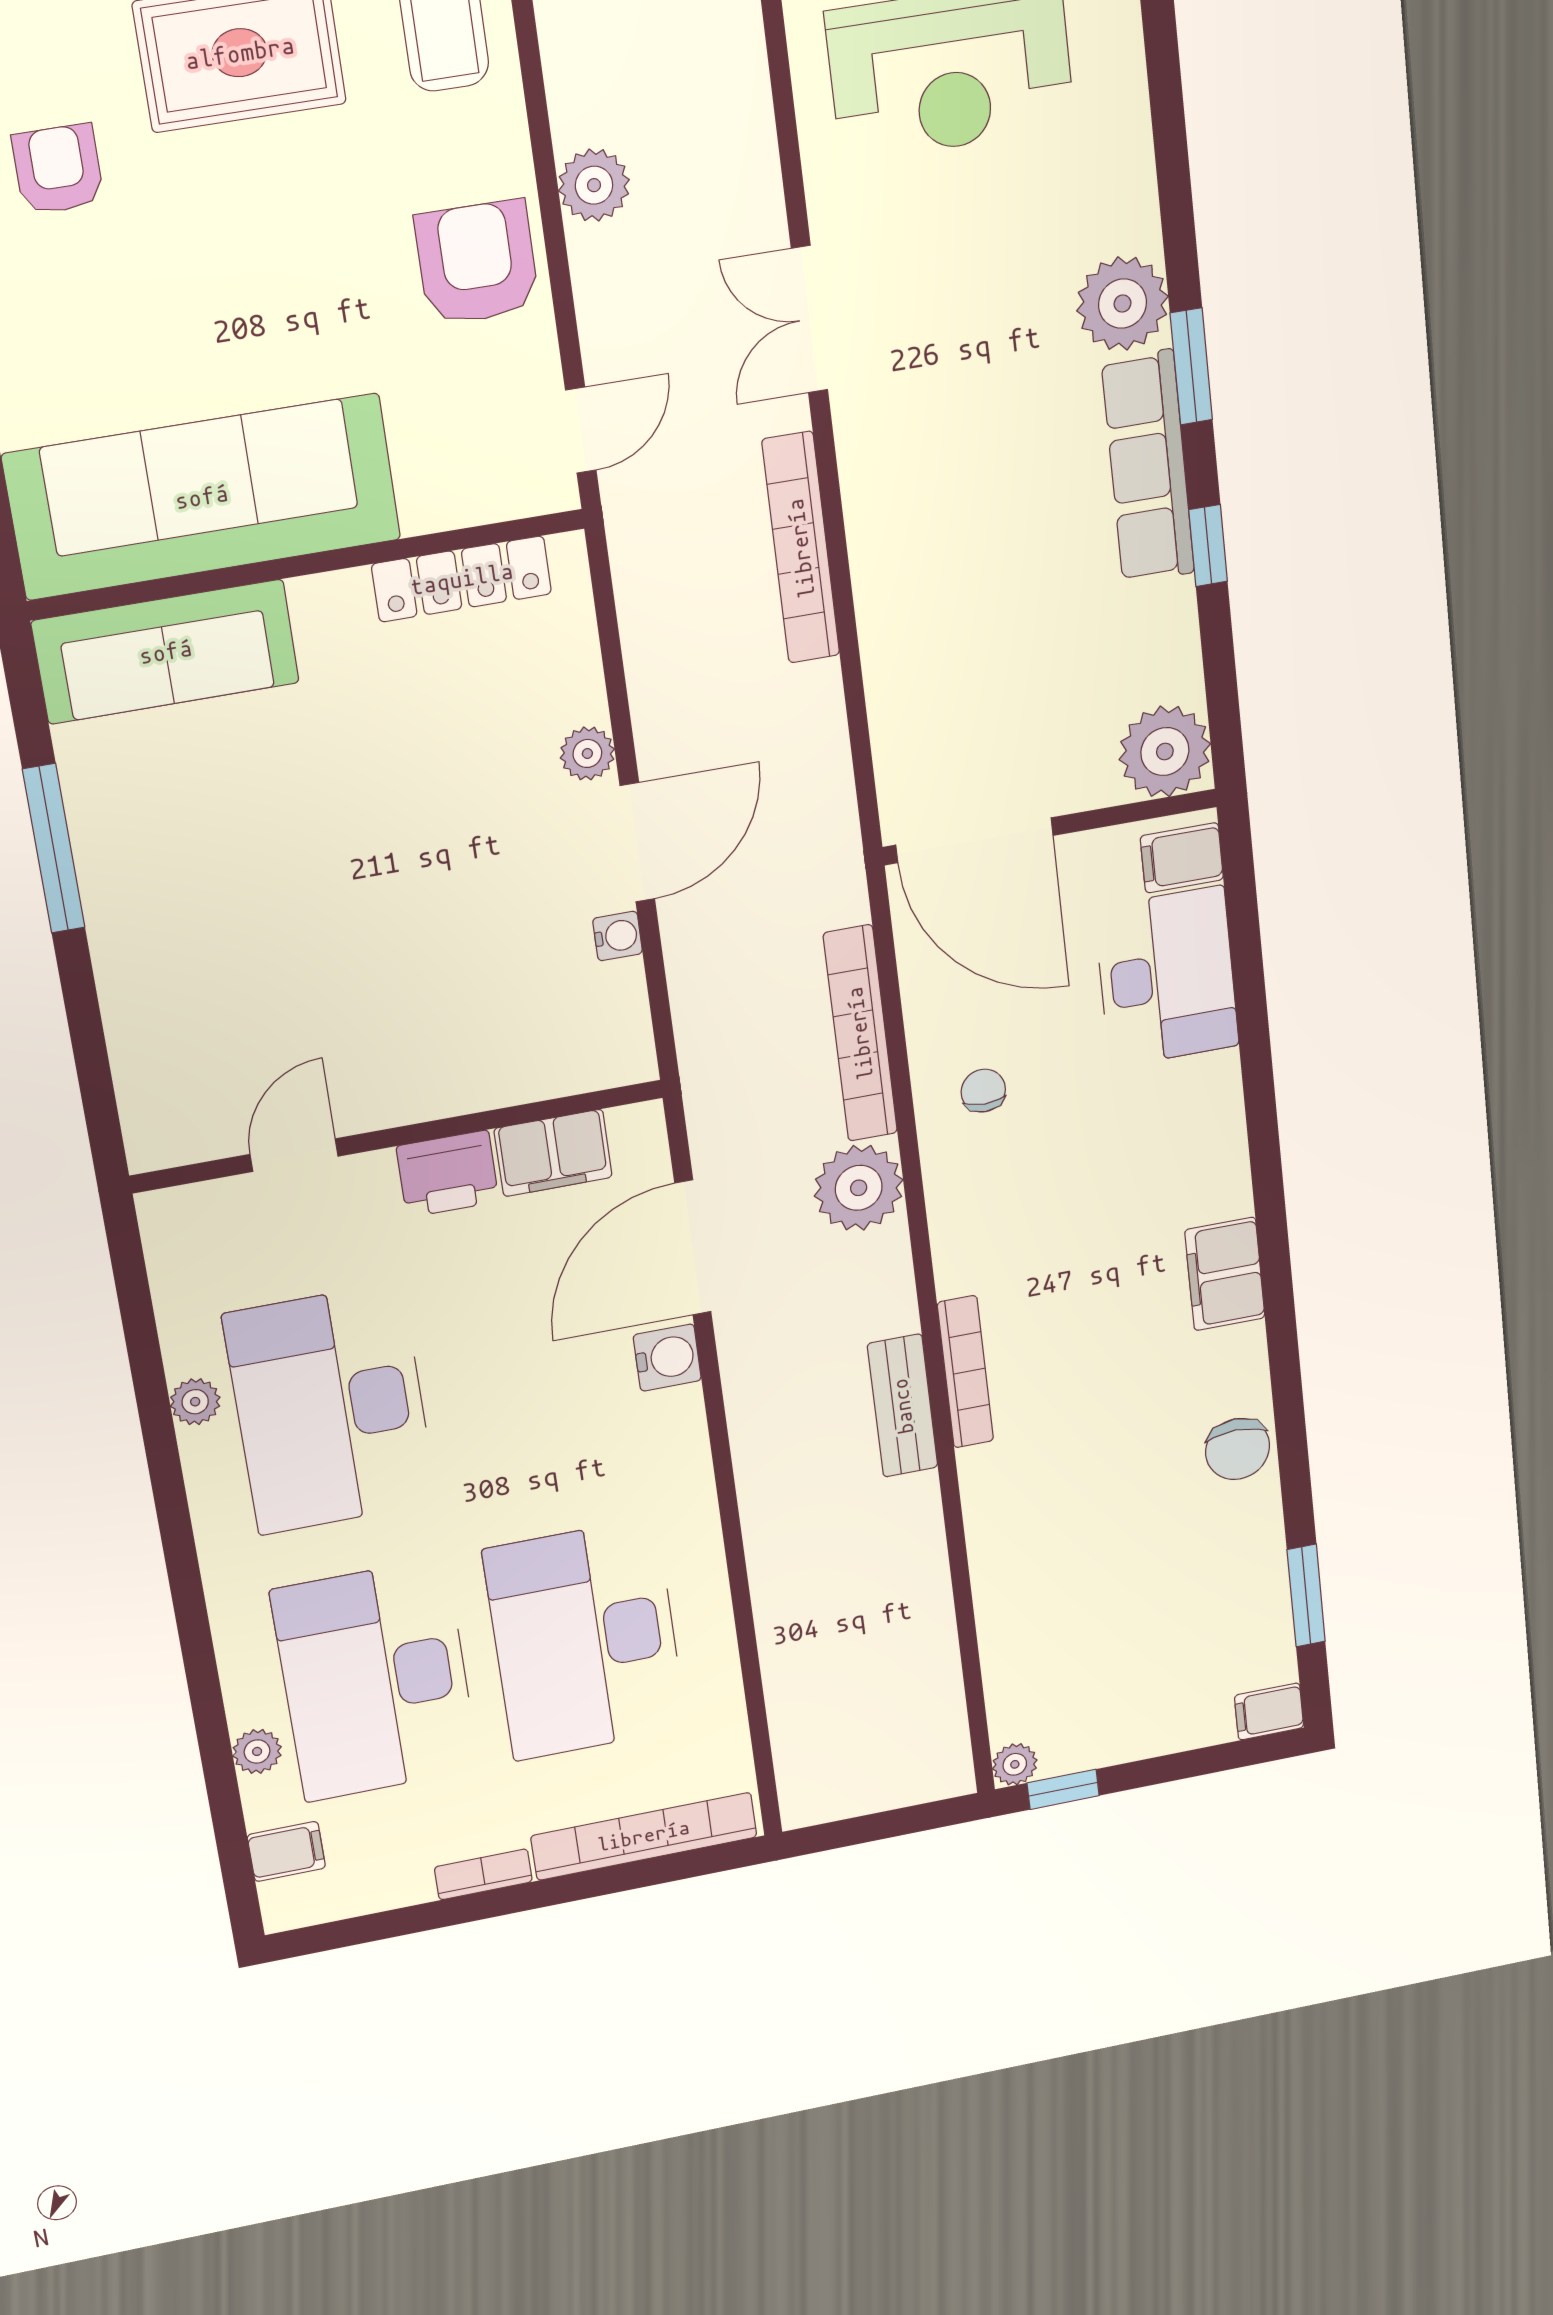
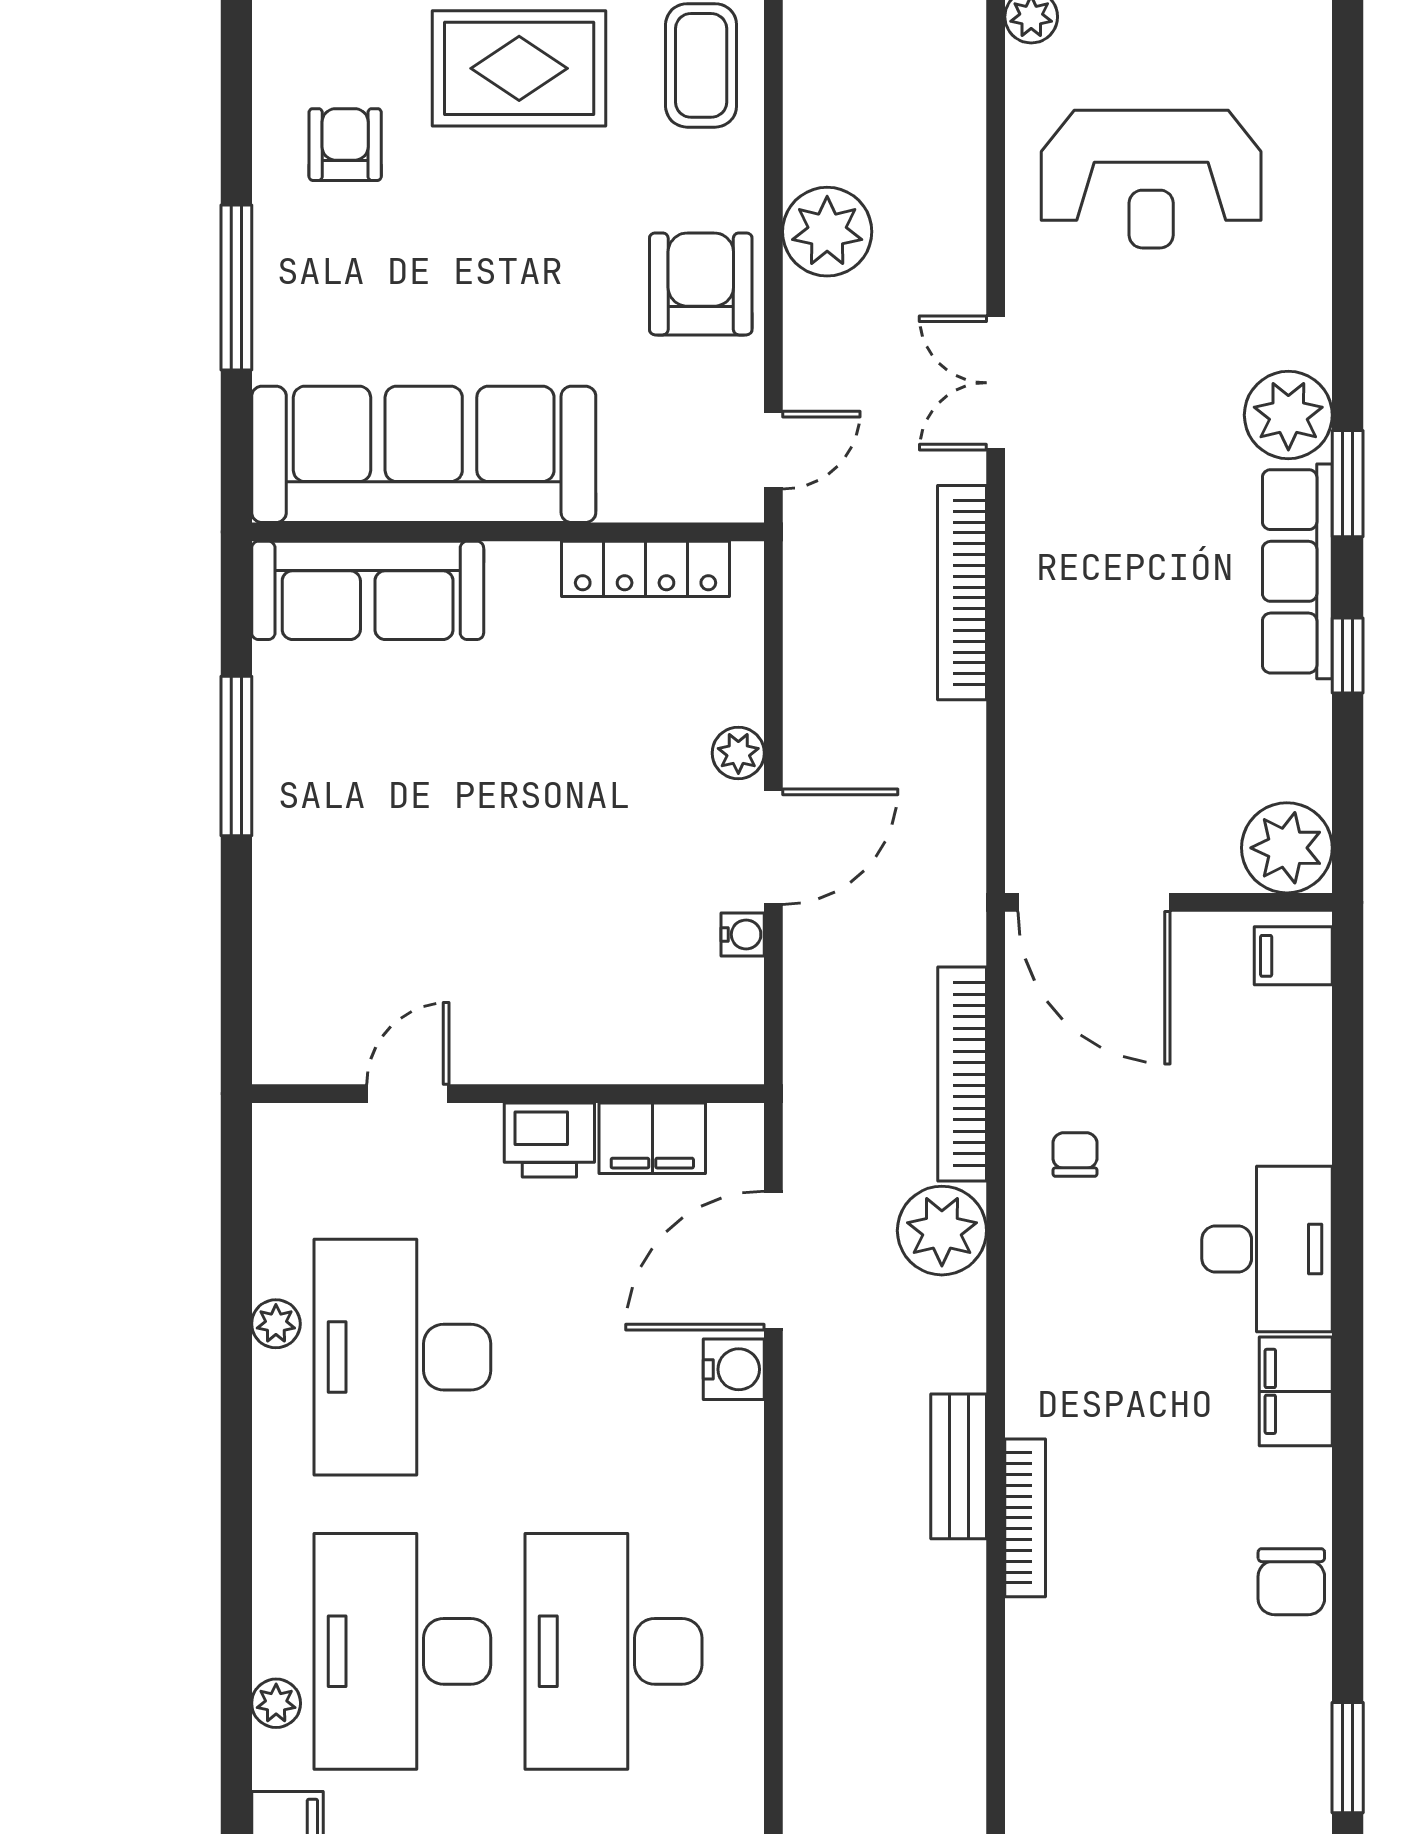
plant: (594, 185) -> (827, 232), width x1.36, depth x1.36
desk: (1167, 977) -> (1267, 1249), moved
bookcase: (965, 1372) -> (1025, 1518), moved

